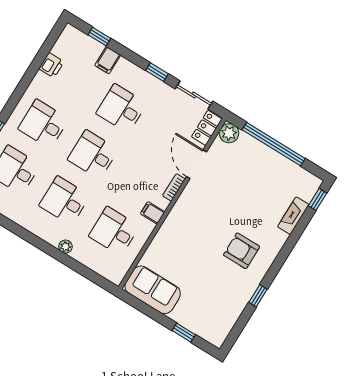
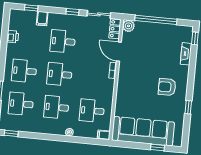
filing cabinet: (153, 213) -> (104, 135), moved
sofa: (153, 290) -> (143, 131), width x1.85, depth x1.27

